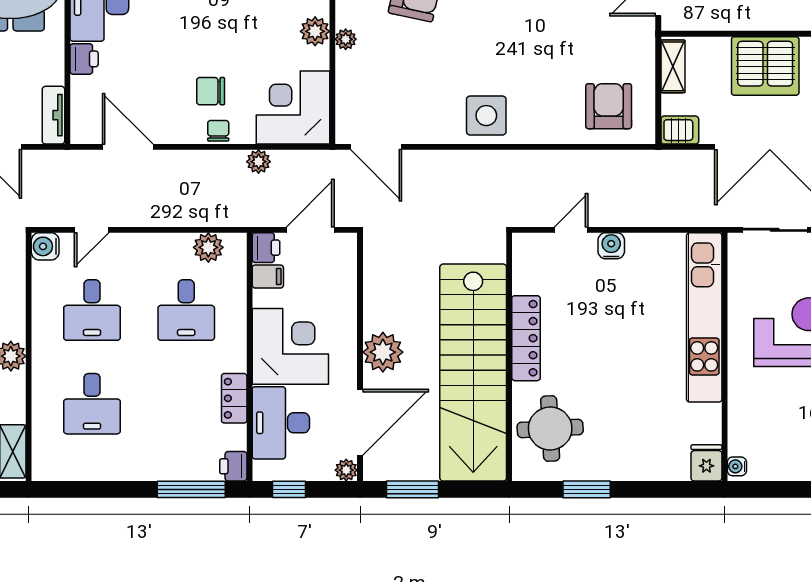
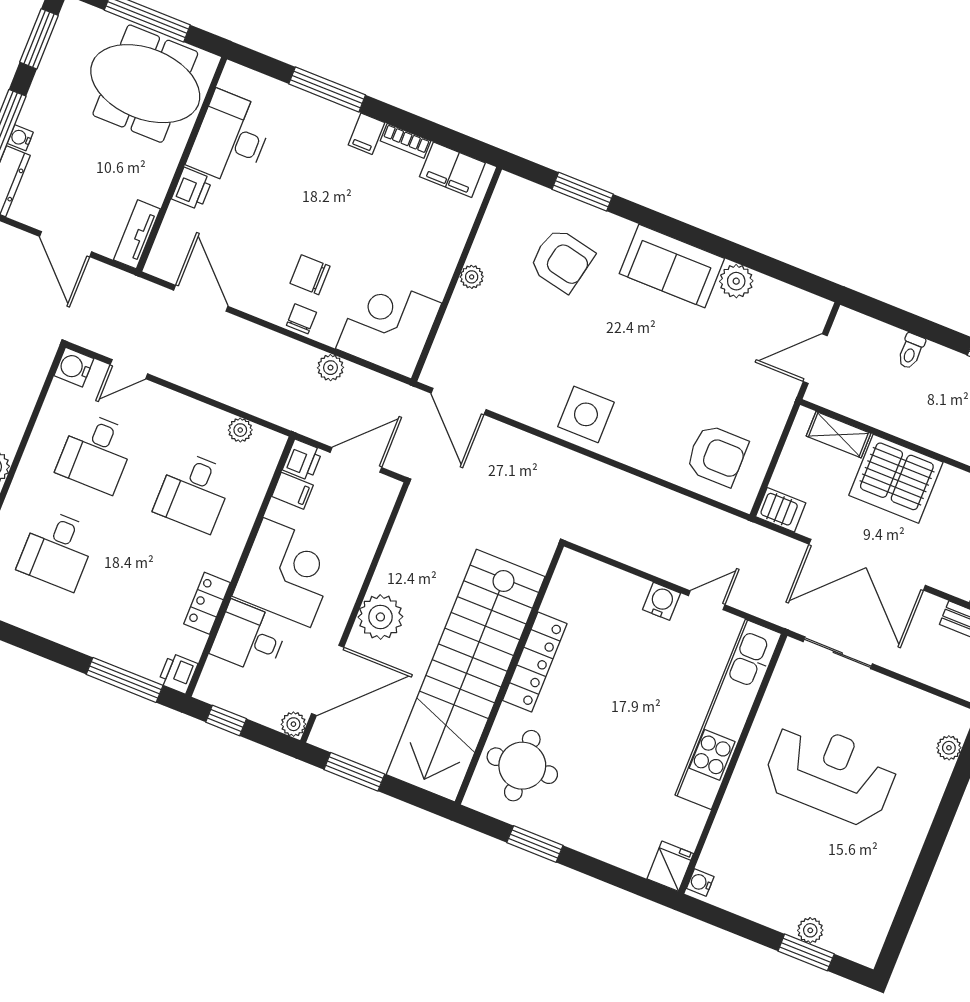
plant: (315, 31) -> (443, 256), removed
shelving: (673, 66) -> (839, 435), moved, turned 90
armchair: (609, 106) -> (717, 455), turned 90
door: (571, 230) -> (707, 600), moved
plant: (208, 247) -> (240, 430), width x0.73, depth x0.73
desk: (281, 423) -> (249, 638), width x0.73

